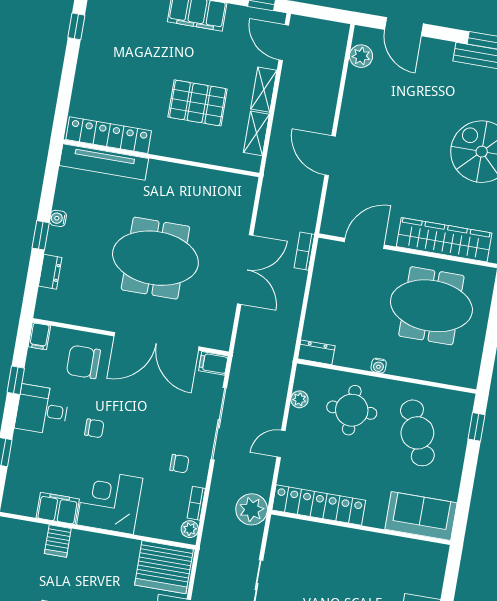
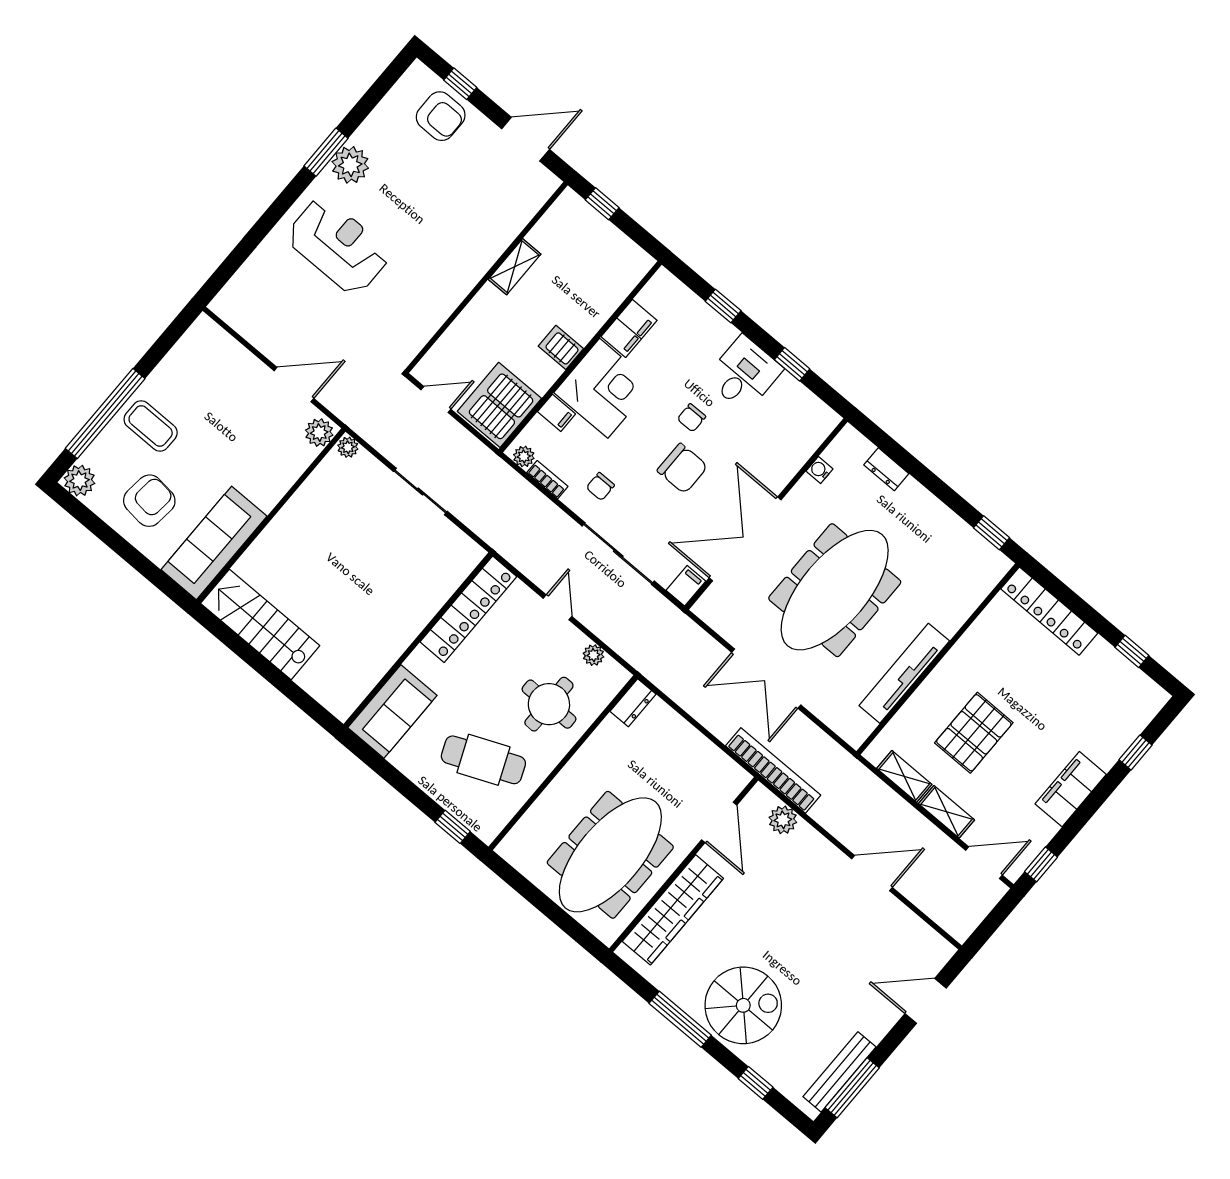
plant: (361, 56) -> (783, 820), moved
locker: (109, 135) -> (1049, 611), moved, turned 90
door: (330, 156) -> (872, 873), moved
tv unit: (104, 162) -> (904, 673), moved
water cooler: (58, 218) -> (819, 470), moved, turned -90
window: (41, 235) -> (991, 533), moved
bookcase: (304, 251) -> (773, 770), width x2.31, depth x1.31
meeting table: (155, 258) -> (835, 590), width x1.36
meeting table: (431, 306) -> (610, 855), width x1.36
filing cabinet: (39, 336) -> (557, 413), moved, turned 180
chair: (83, 362) -> (682, 468), moved, turned 90
water cooler: (379, 366) -> (580, 761), removed
plant: (252, 509) -> (506, 535), removed
server rack: (58, 541) -> (561, 347), moved

